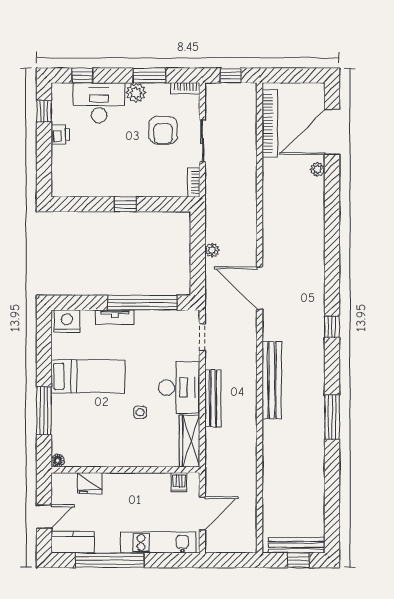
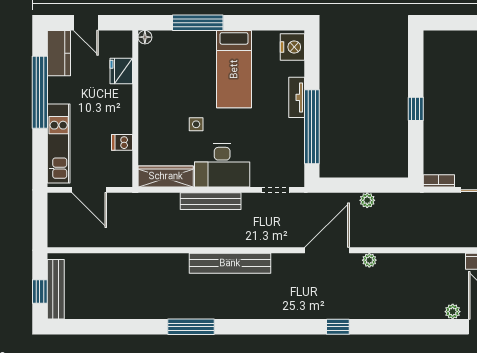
plant: (269, 248) -> (369, 260), added
window: (332, 327) -> (338, 327), moved
dishwasher: (179, 482) -> (122, 142), moved

